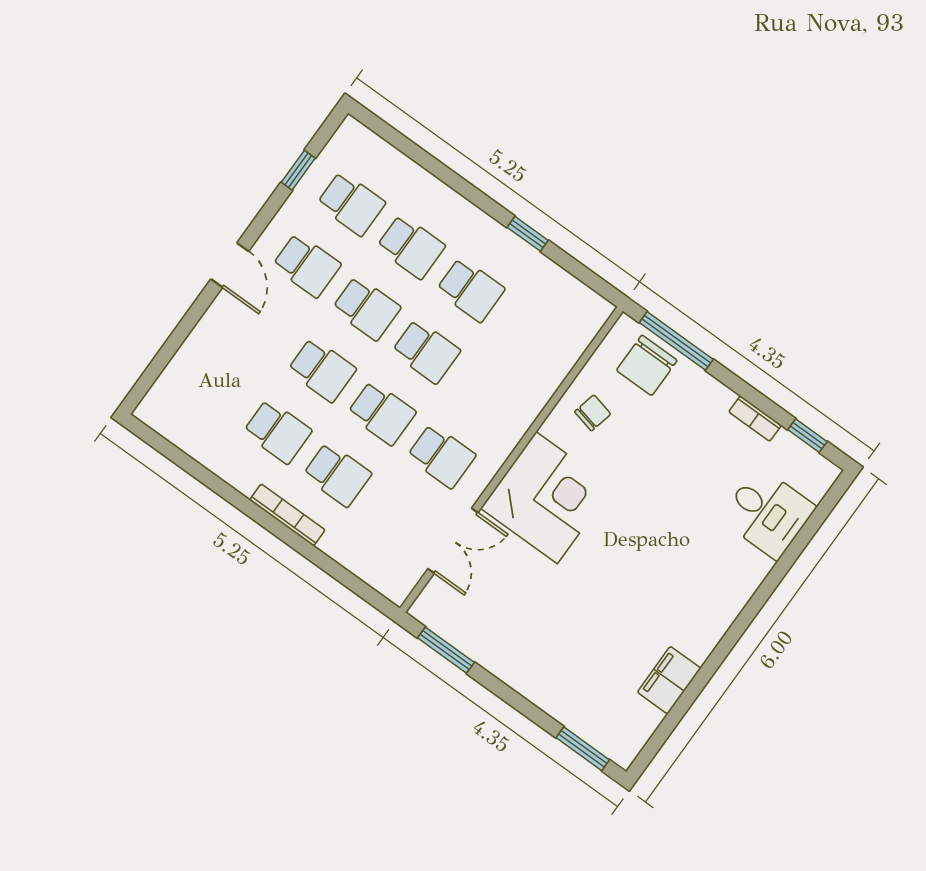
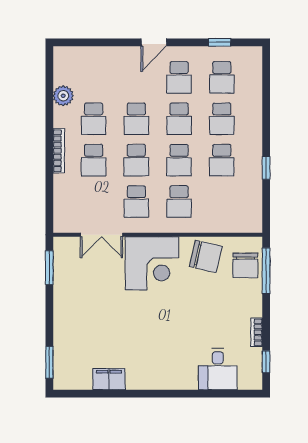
chair: (647, 365) -> (245, 265), turned -90
school desk: (486, 394) -> (179, 202), added
chair: (593, 413) -> (206, 256), width x1.87, depth x1.87
plant: (213, 451) -> (63, 96), added

